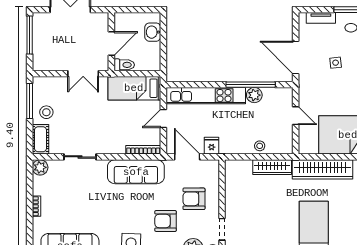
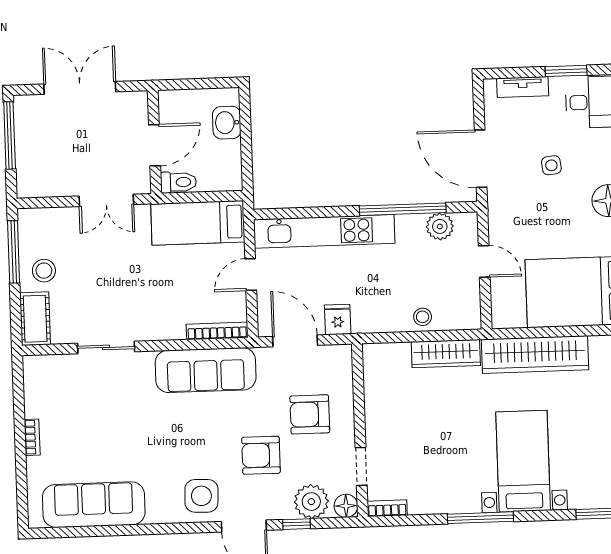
plant: (254, 95) -> (440, 226), moved
plant: (40, 167) -> (36, 368), removed

